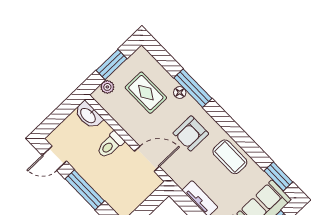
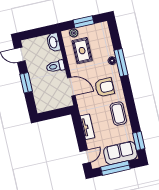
rug: (146, 93) -> (82, 51), moved
armchair: (191, 133) -> (104, 87), turned 180
window: (85, 190) -> (26, 83), width x0.69

